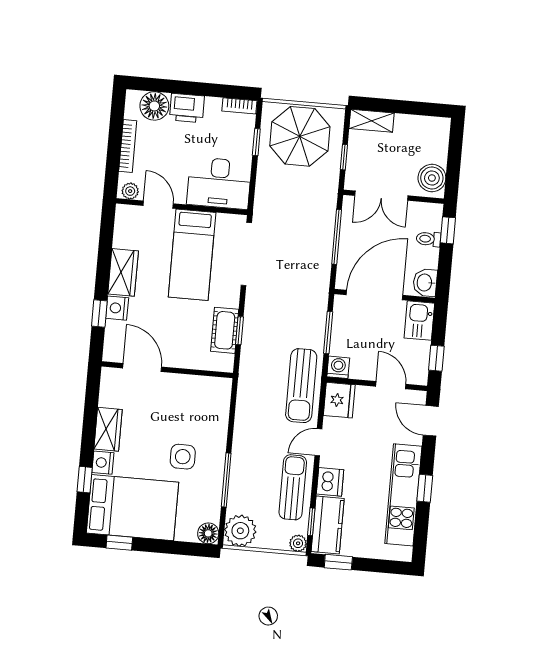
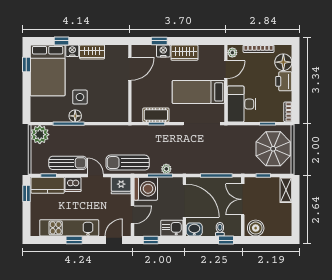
washing machine: (338, 367) -> (146, 189), width x1.89, depth x1.89
floor lamp: (208, 533) -> (75, 116), moved
plant: (298, 543) -> (166, 169), moved

